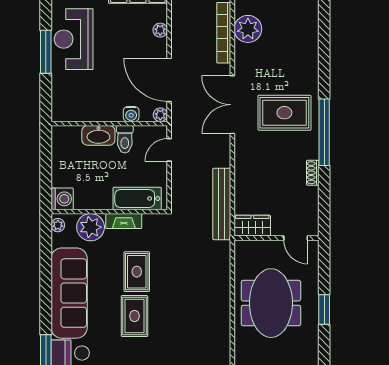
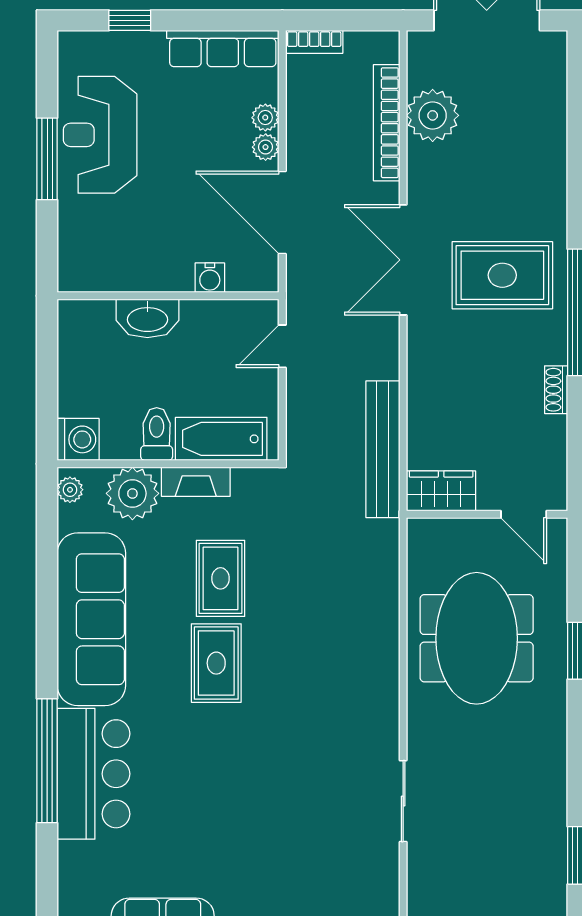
plant: (160, 115) -> (266, 147), moved
toilet: (125, 139) -> (157, 434), moved, turned 180

